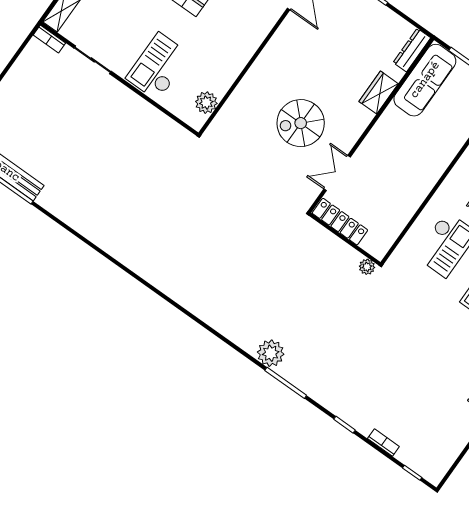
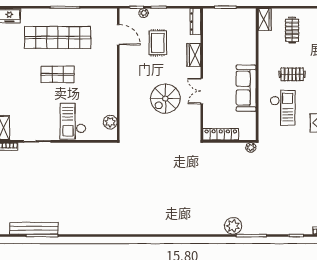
rug: (343, 43) -> (158, 43), added
sofa: (425, 80) -> (246, 88), moved, turned 180
double door: (337, 173) -> (202, 91), moved

